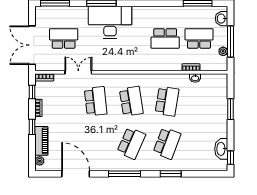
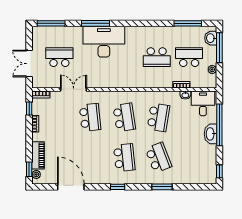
window: (231, 41) -> (219, 48), moved
double door: (32, 45) -> (29, 64), width x0.73
desk: (213, 87) -> (203, 103), added
window: (231, 109) -> (219, 125), width x2.11
window: (32, 127) -> (29, 169), moved
school desk: (131, 143) -> (124, 158), turned -30
school desk: (167, 143) -> (158, 158), turned -42
washbasin: (221, 149) -> (210, 134), moved
window: (124, 174) -> (118, 187), width x0.46

